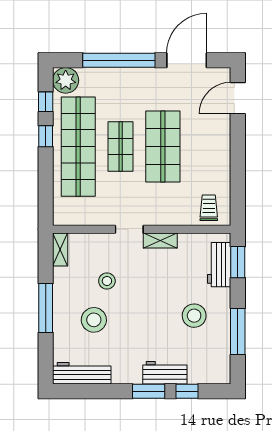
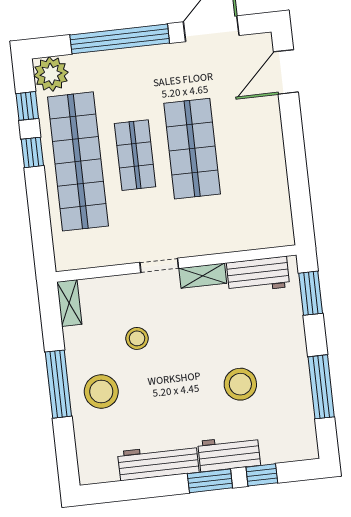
trolley: (209, 208) -> (263, 224), removed
workbench: (219, 265) -> (258, 275), moved, turned -90
stool: (194, 316) -> (240, 384), moved
stool: (94, 320) -> (101, 392), moved
workbench: (82, 373) -> (158, 462), moved

